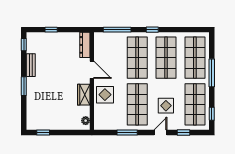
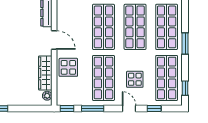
window: (212, 73) -> (185, 43), width x0.69
wardrobe: (84, 95) -> (45, 73), width x1.50
window: (104, 132) -> (67, 109), added
door: (160, 132) -> (129, 109), hinge flipped

